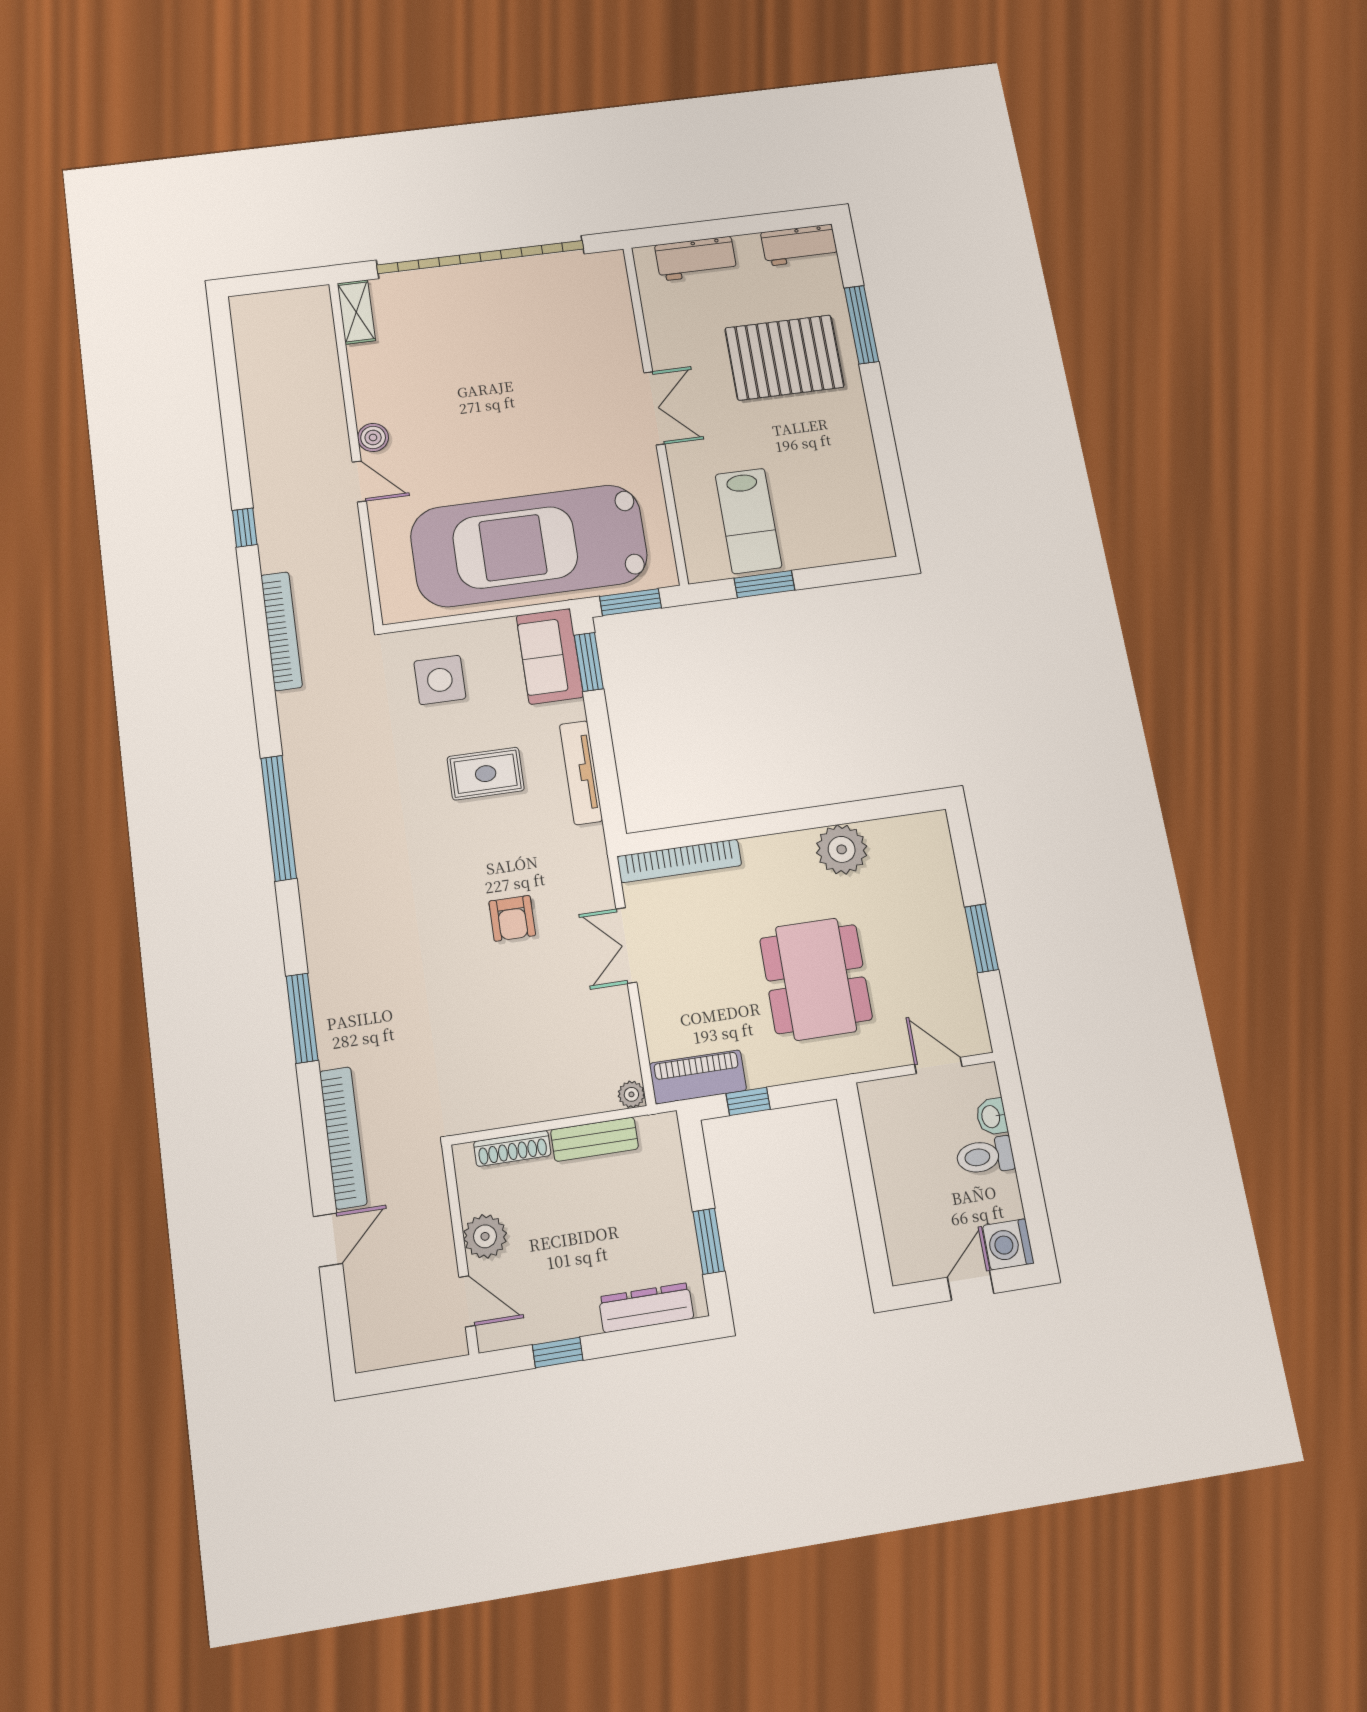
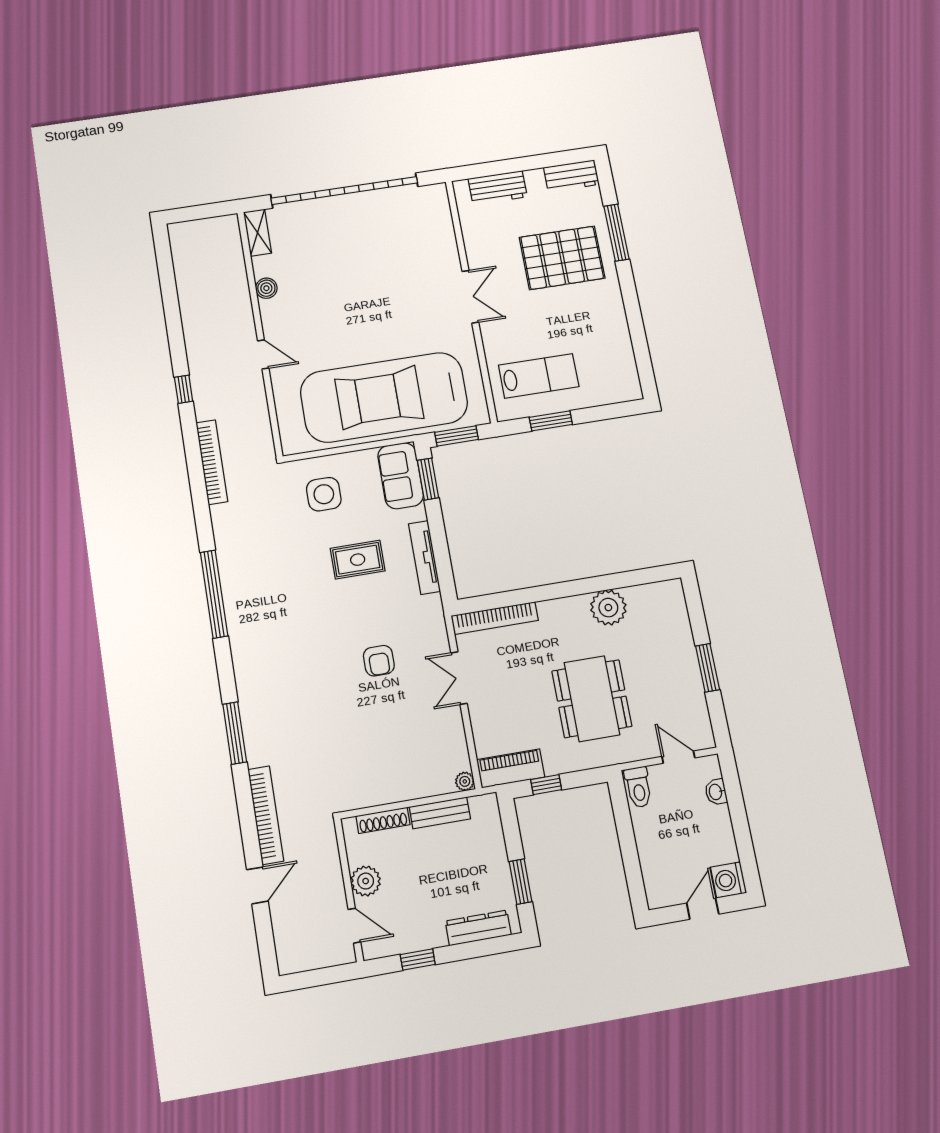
boiler: (373, 437) -> (266, 288), moved
lab bench: (748, 521) -> (539, 376), turned -90
toilet: (985, 1156) -> (638, 787), moved, turned -90

